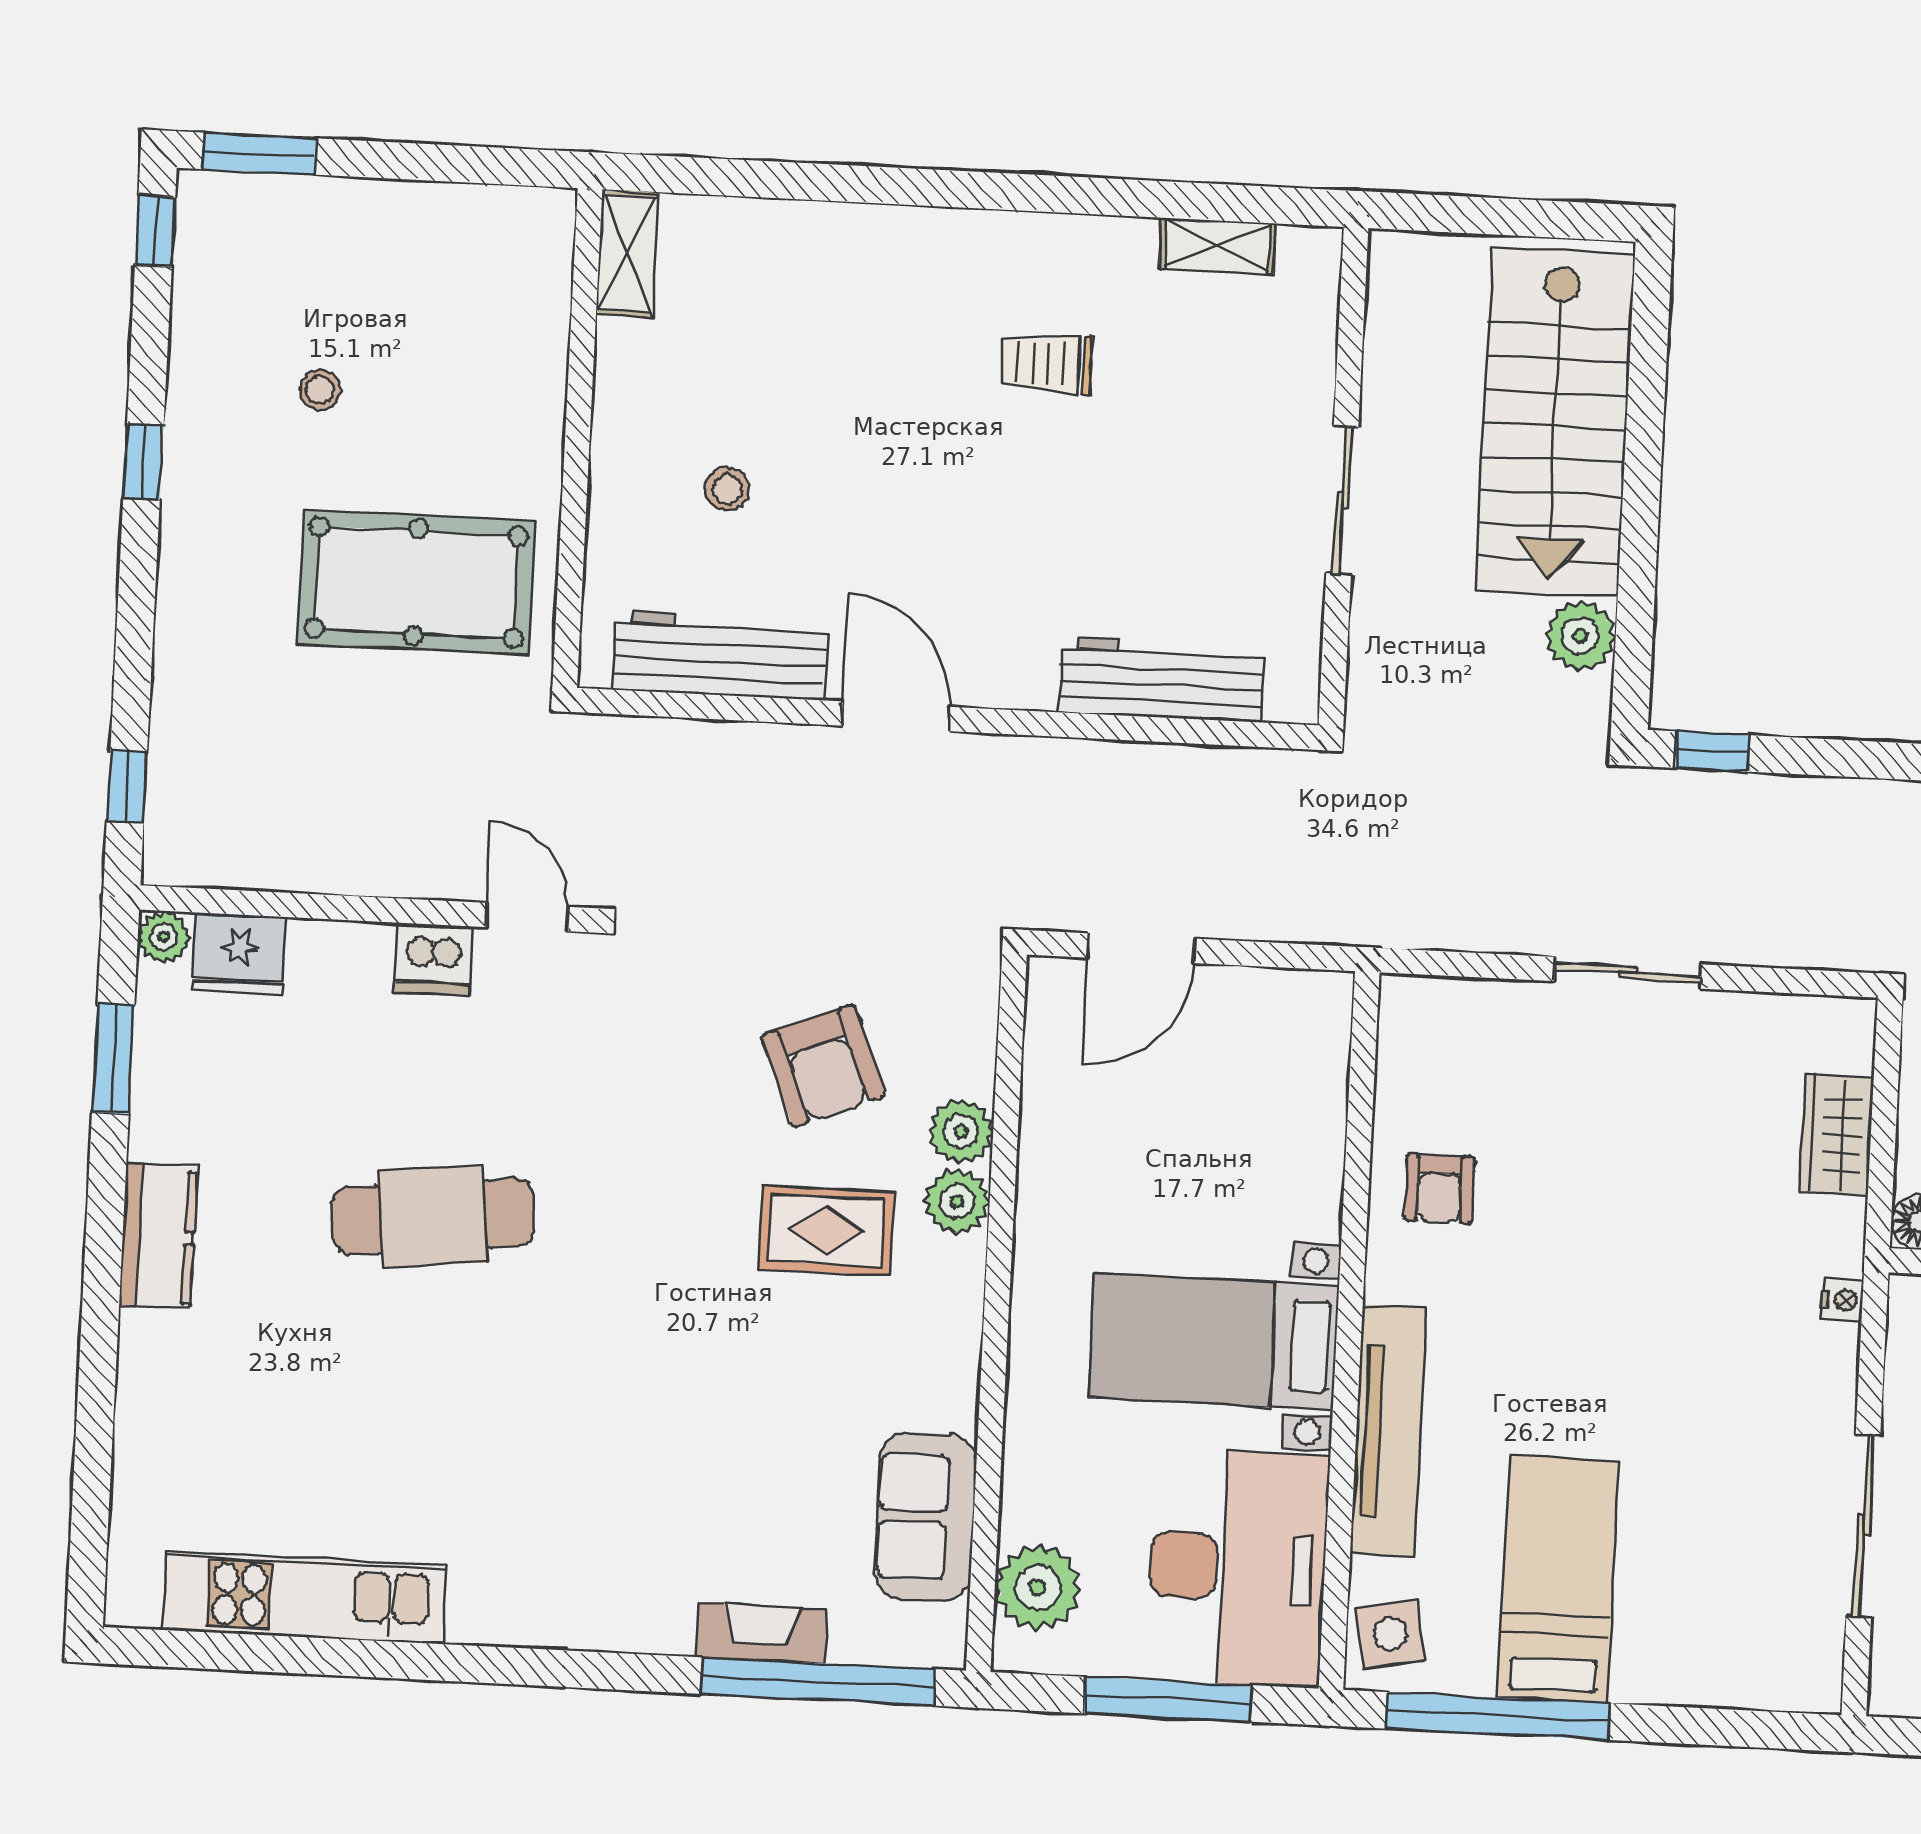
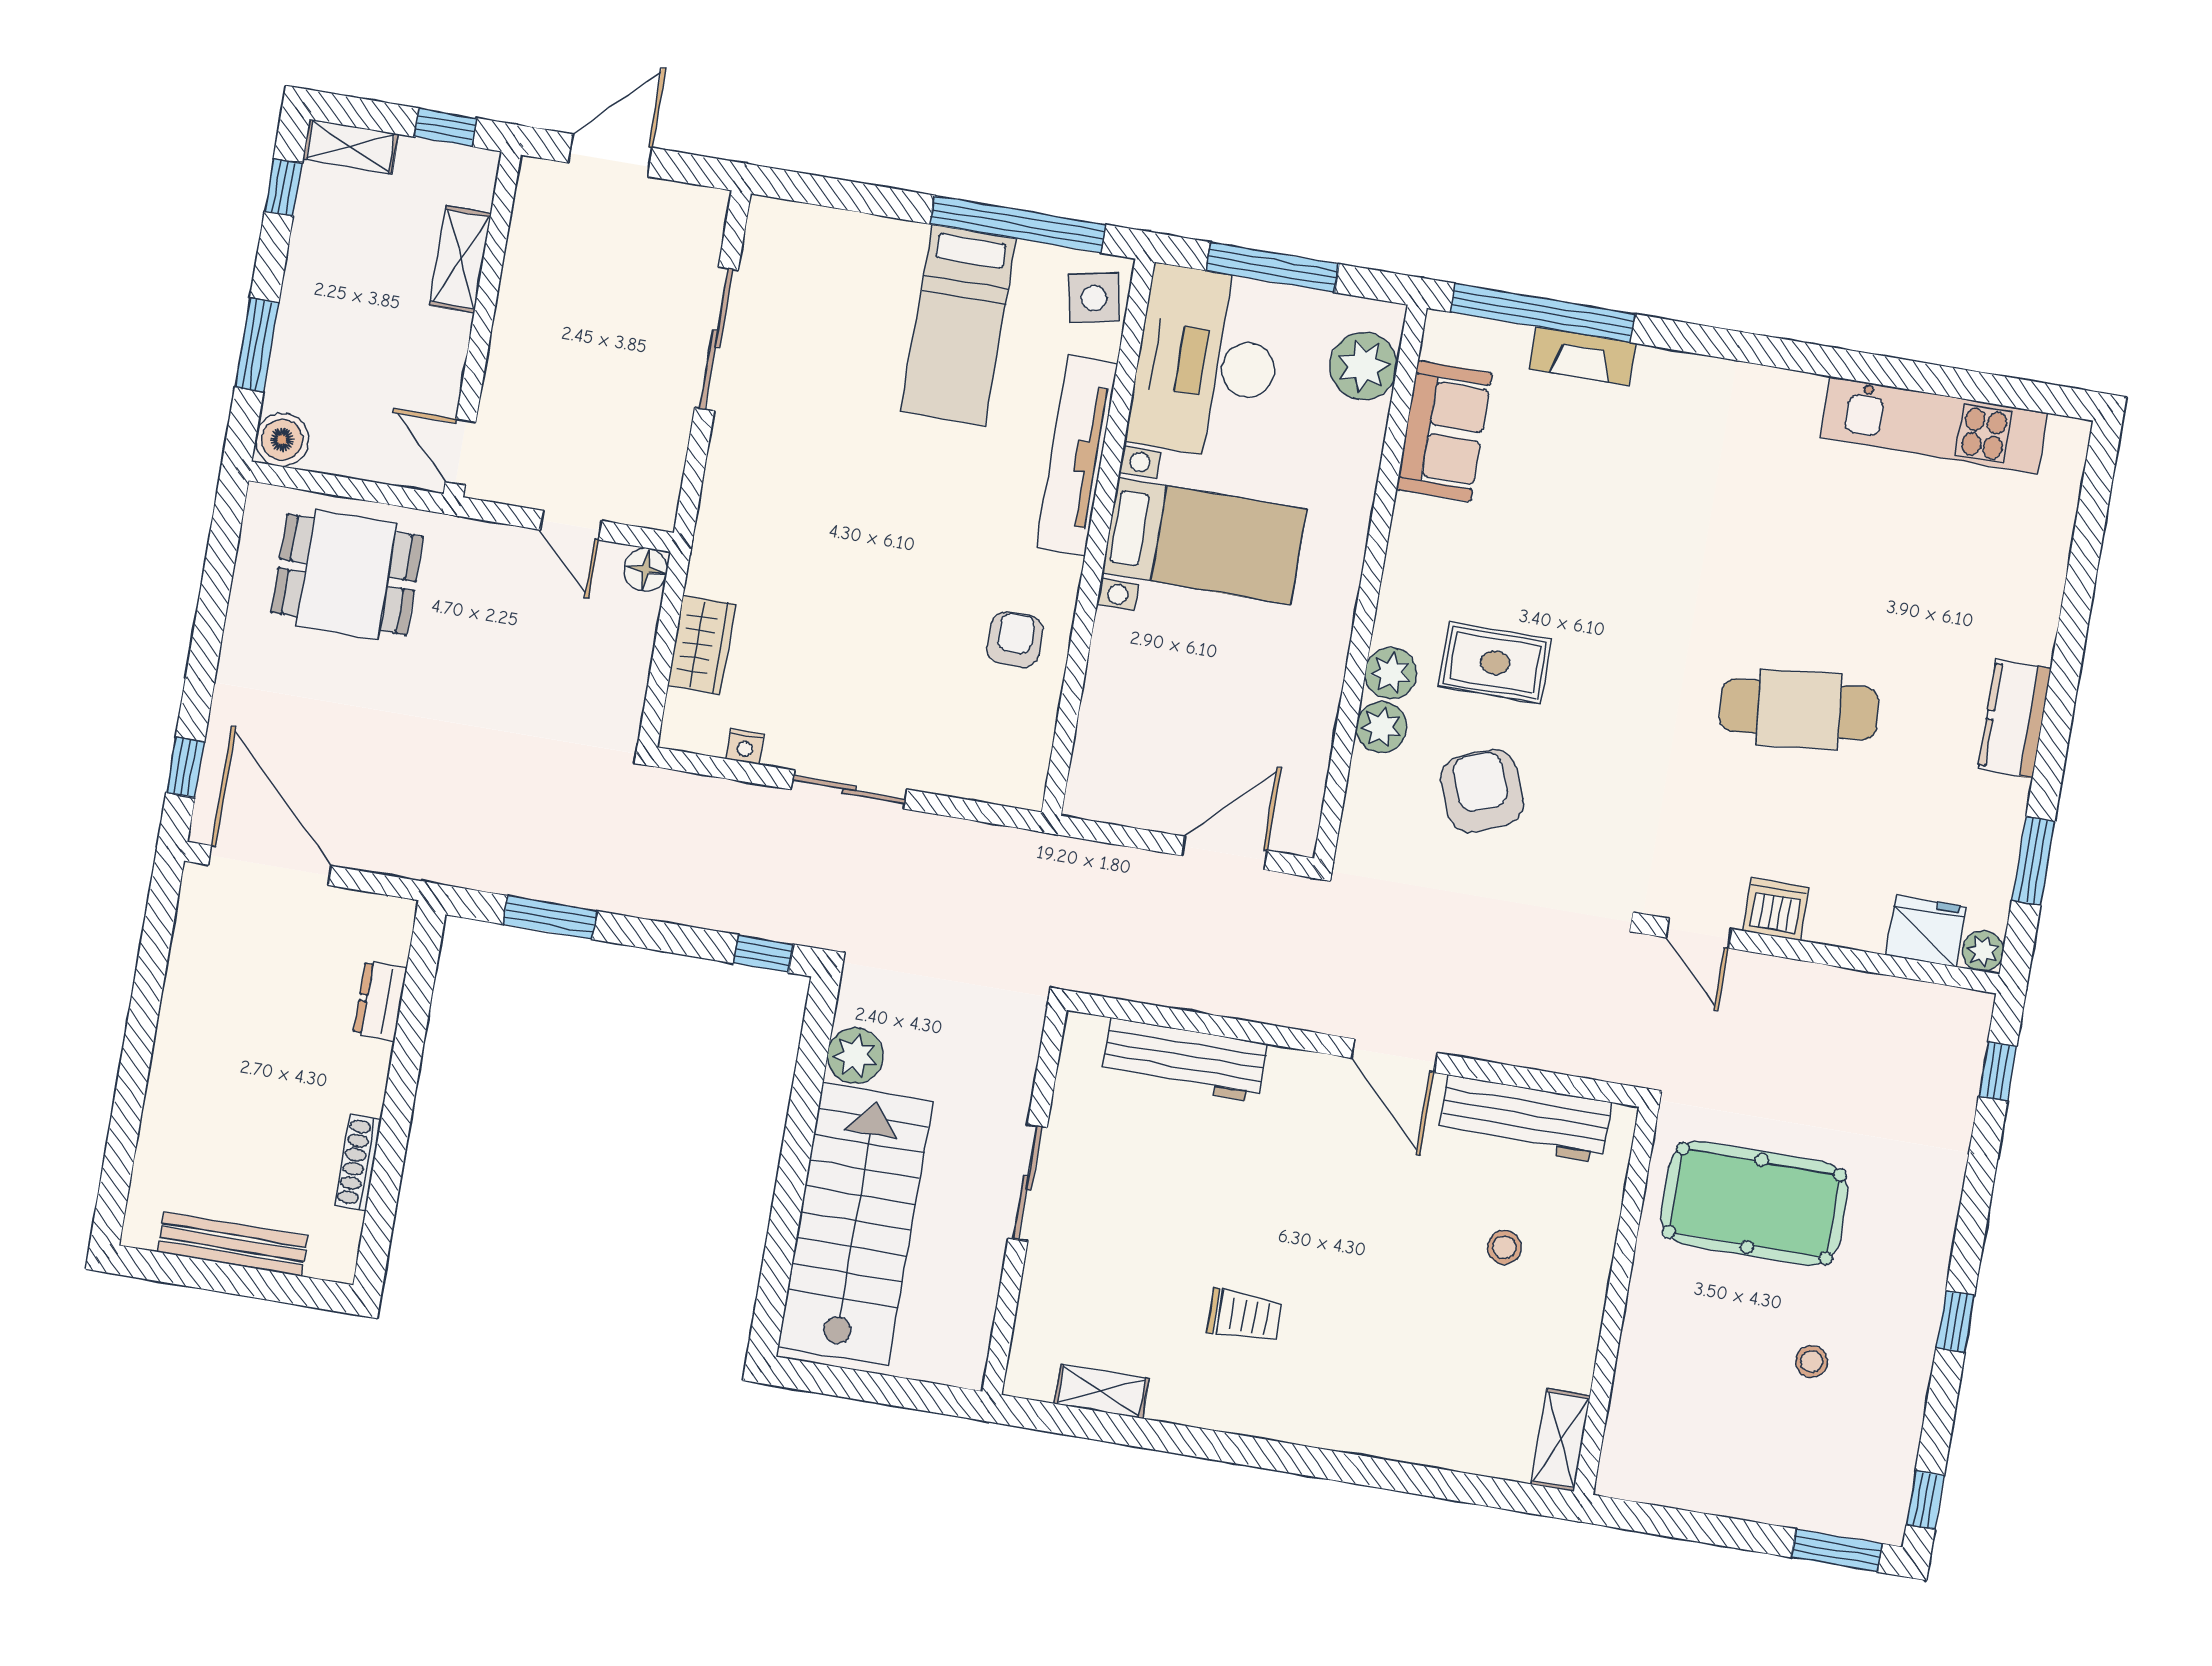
nightstand: (1843, 1300) -> (745, 746), moved, turned -90

